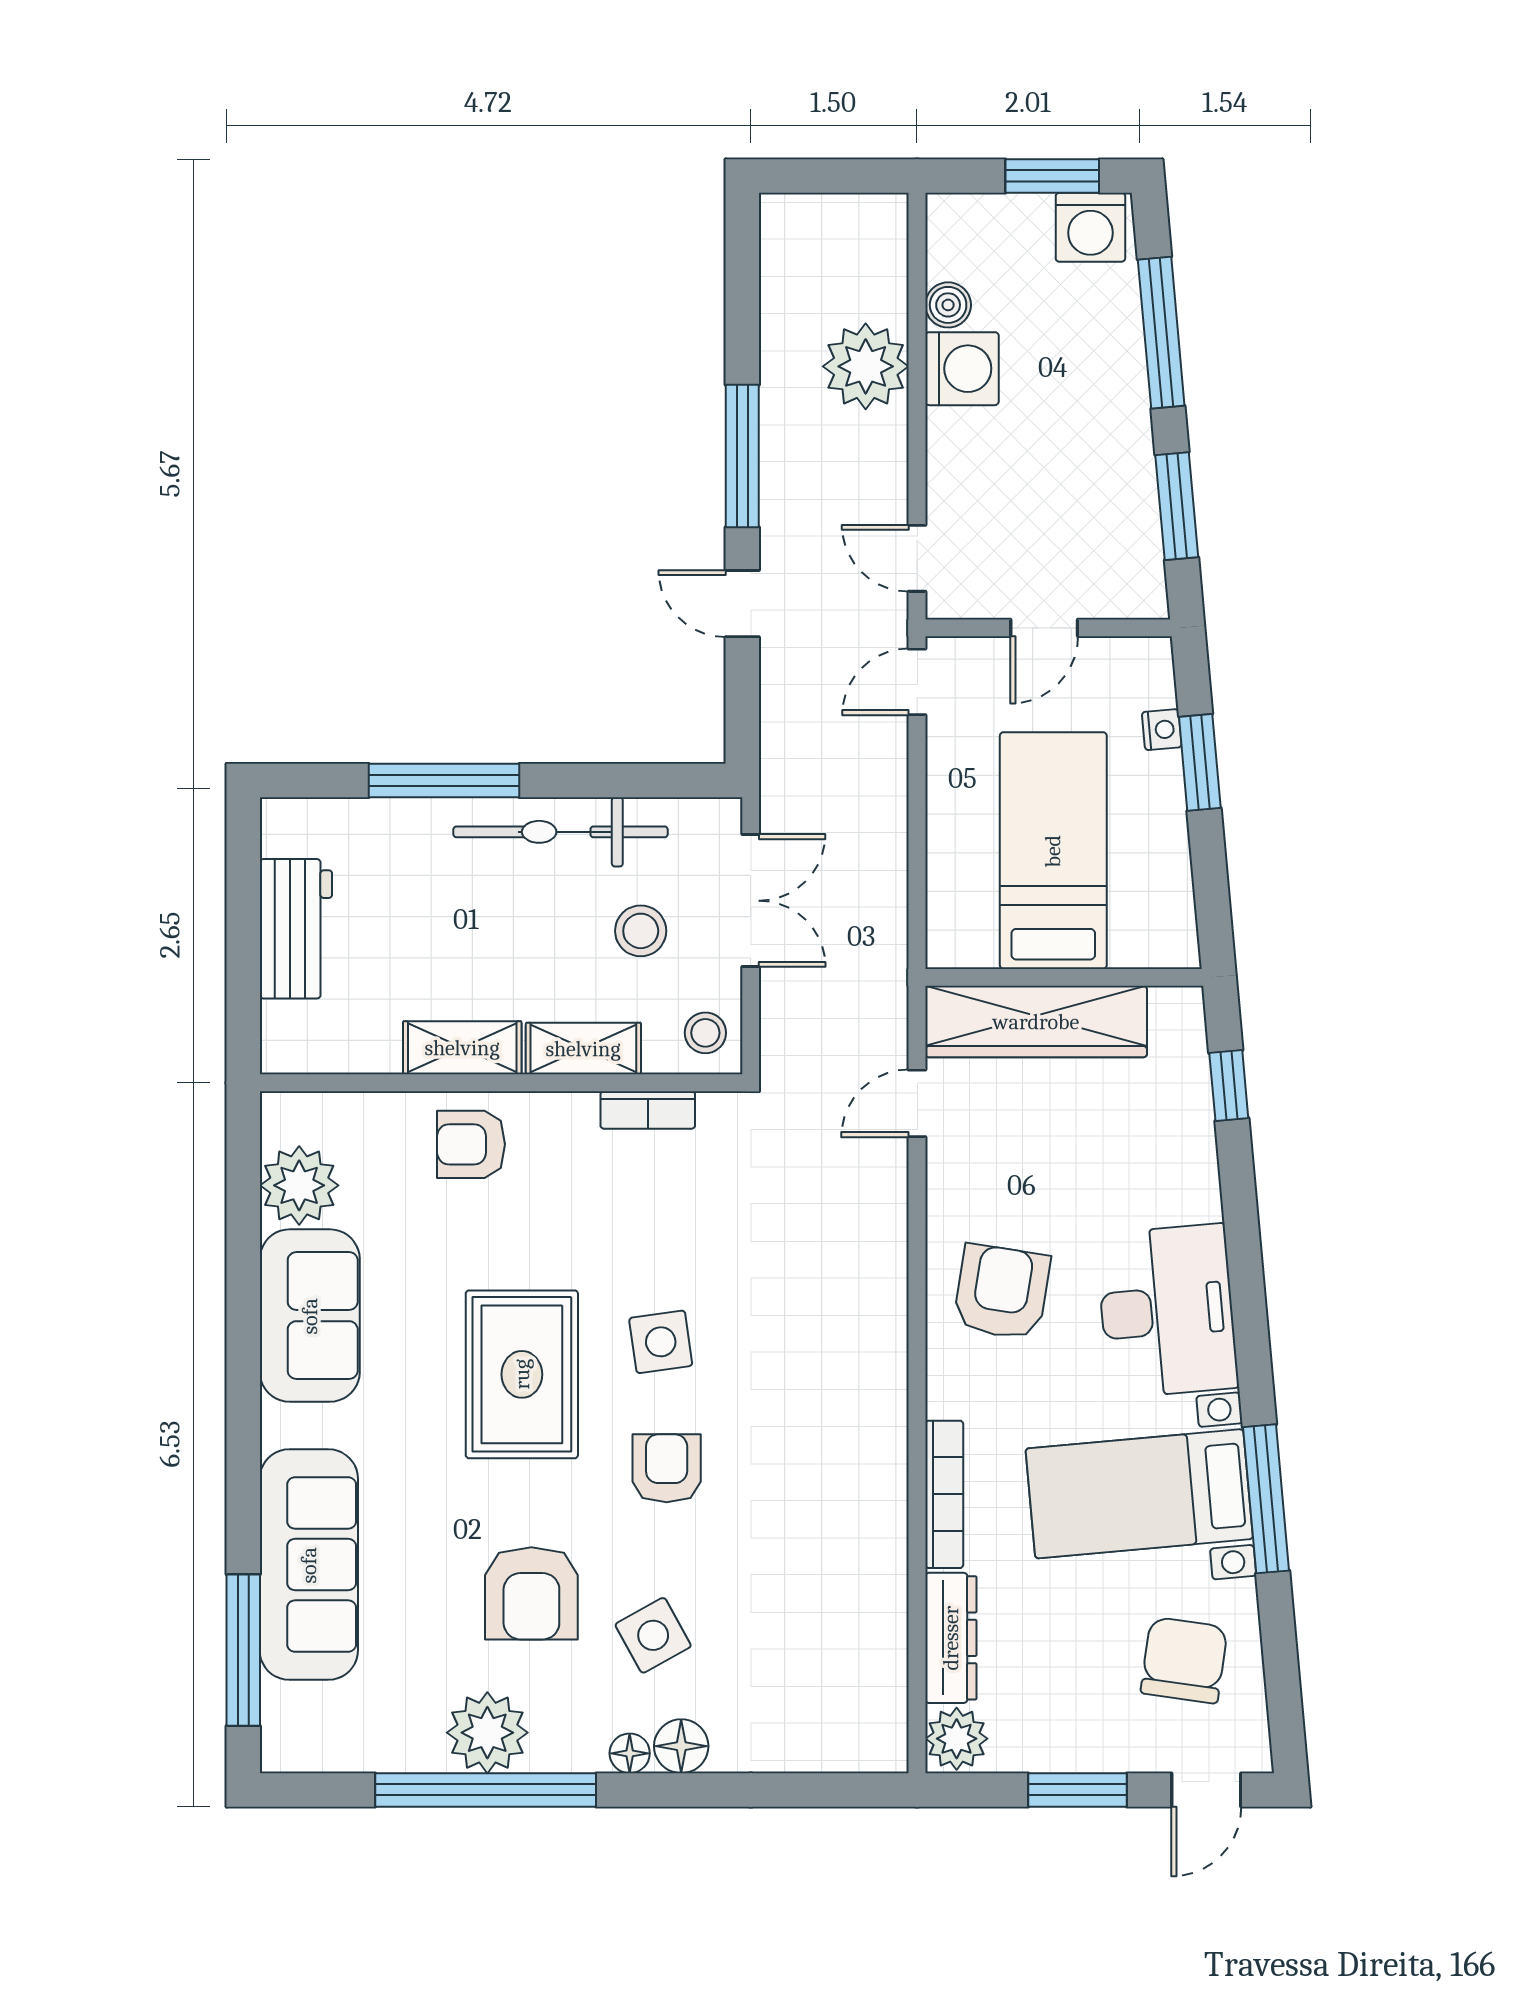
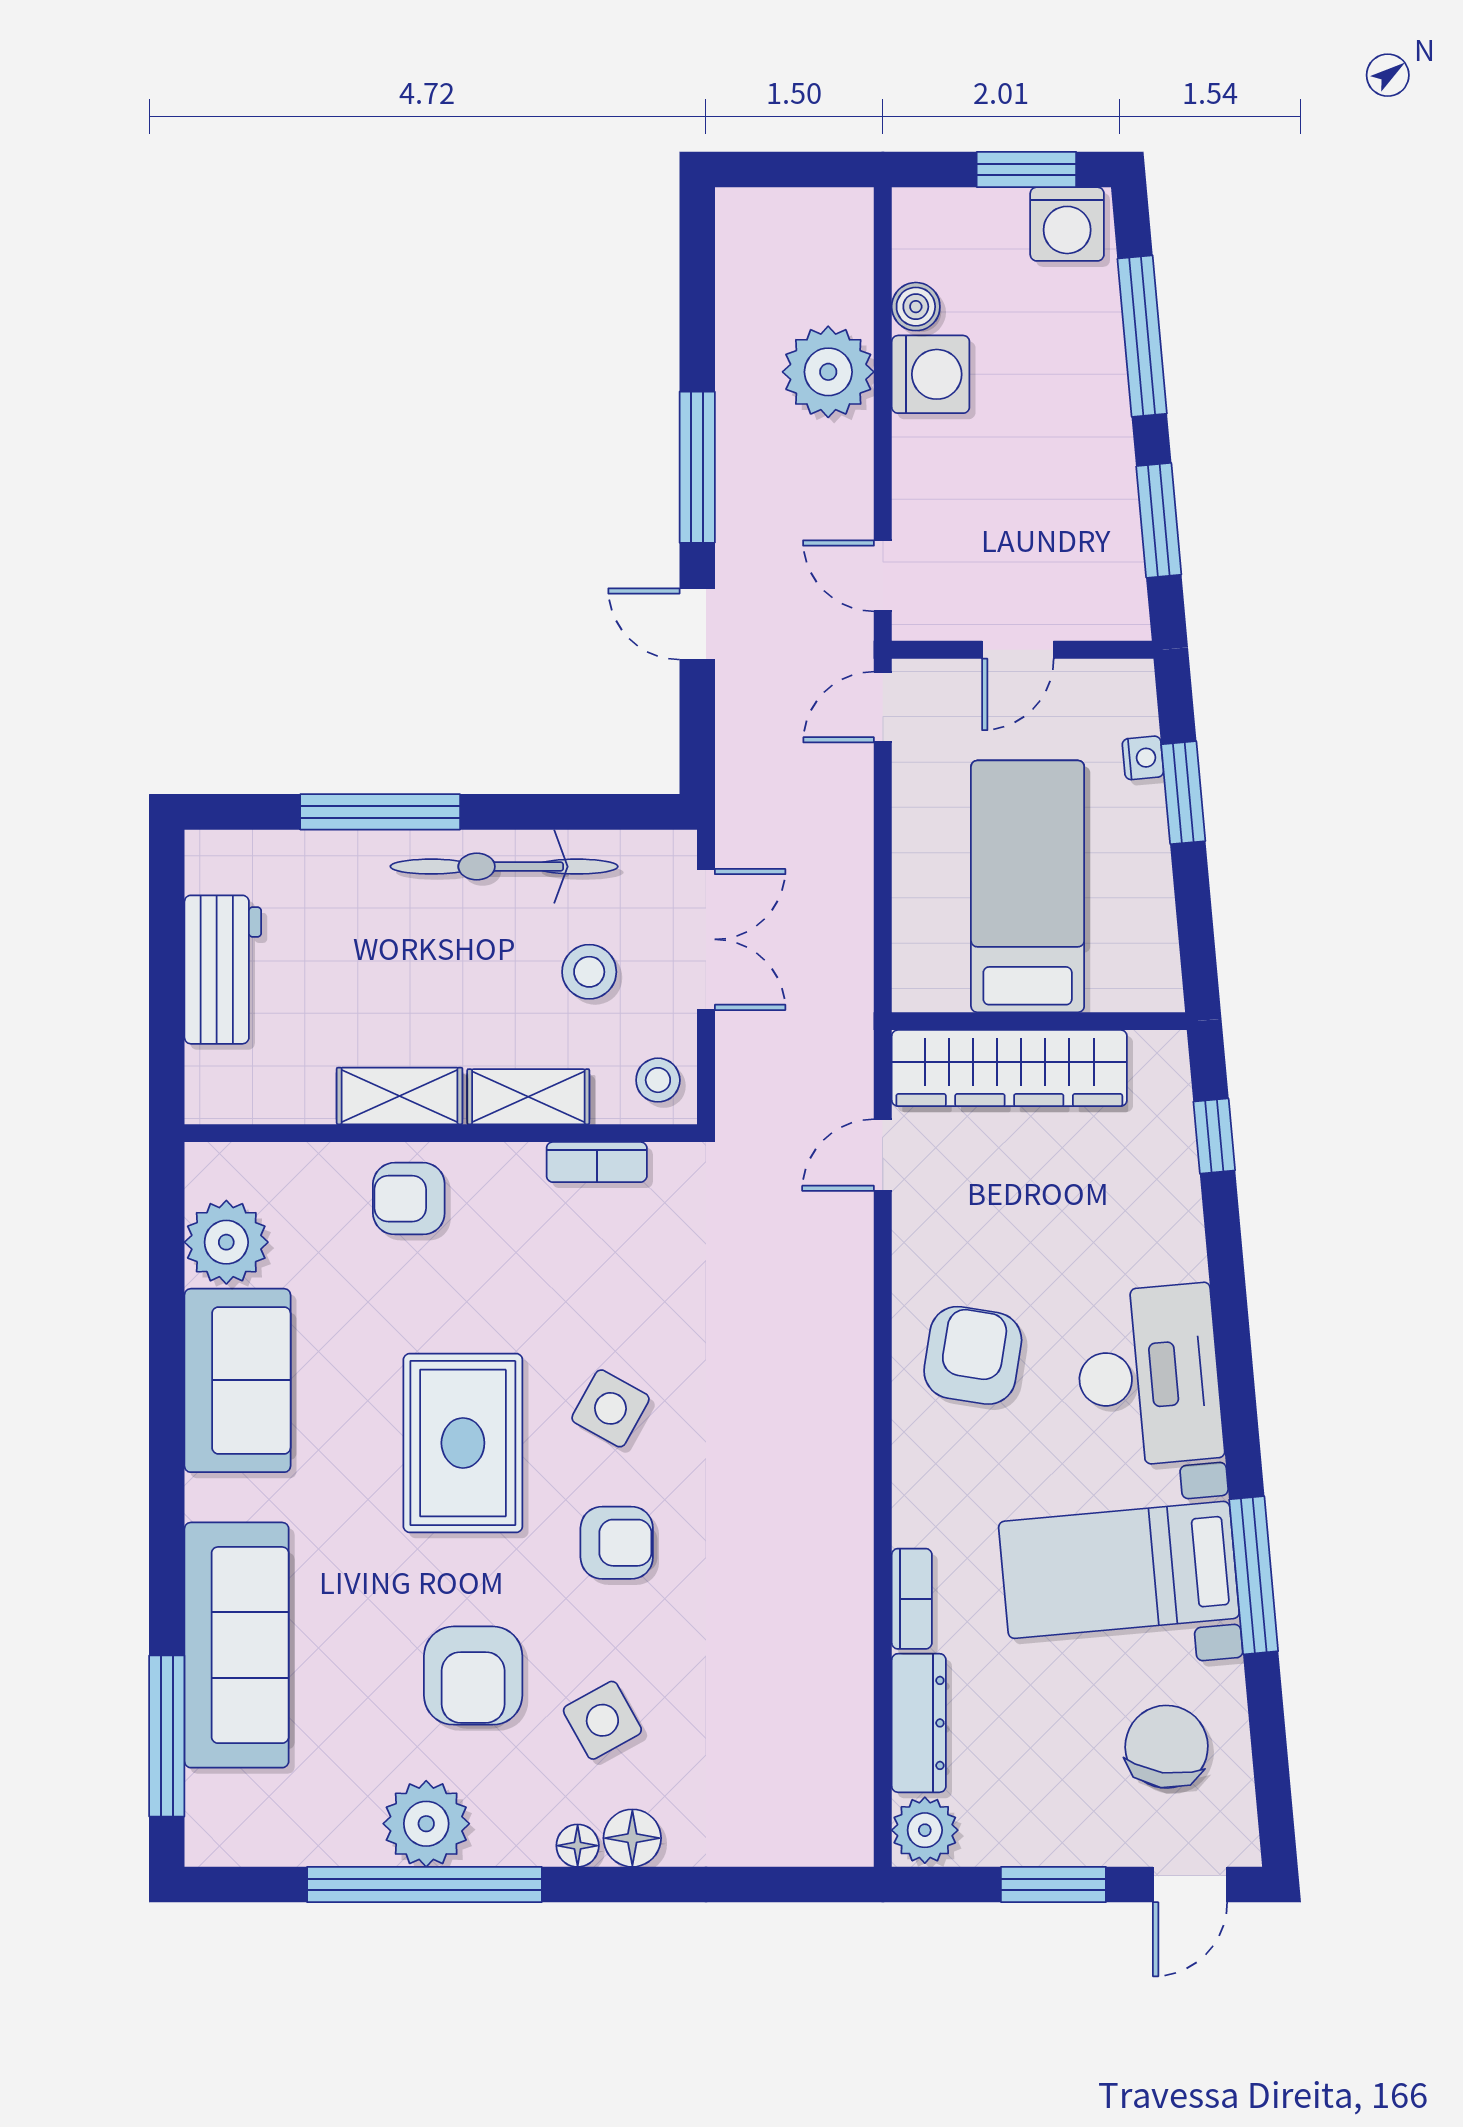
side table: (661, 1342) -> (610, 1408), turned 37
armchair: (667, 1468) -> (617, 1543), turned 90
bookcase: (944, 1494) -> (912, 1599), width x0.64

